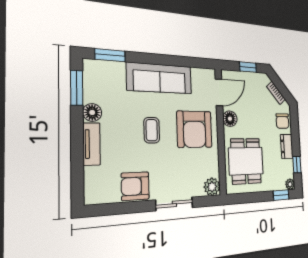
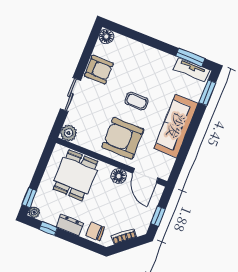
floor lamp: (92, 112) -> (106, 36), moved
tv unit: (92, 144) -> (192, 70), moved
dining table: (246, 161) -> (75, 175), turned 90
armchair: (135, 186) -> (99, 70), turned 90

